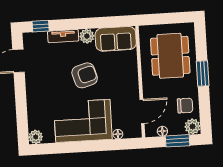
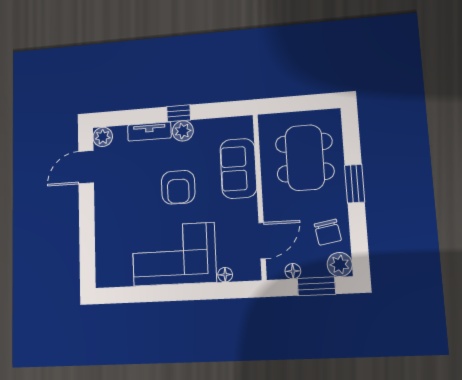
window: (41, 26) -> (179, 113), moved
sofa: (116, 39) -> (238, 168), moved, turned 90
armchair: (85, 75) -> (178, 187), turned 106
chair: (185, 106) -> (328, 232), turned 80
plant: (36, 137) -> (103, 137), moved

